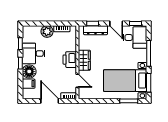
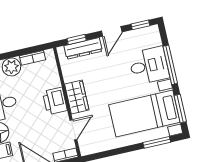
door: (116, 23) -> (112, 31), hinge flipped
desk: (135, 38) -> (149, 66), moved
door: (77, 81) -> (73, 130), hinge flipped

